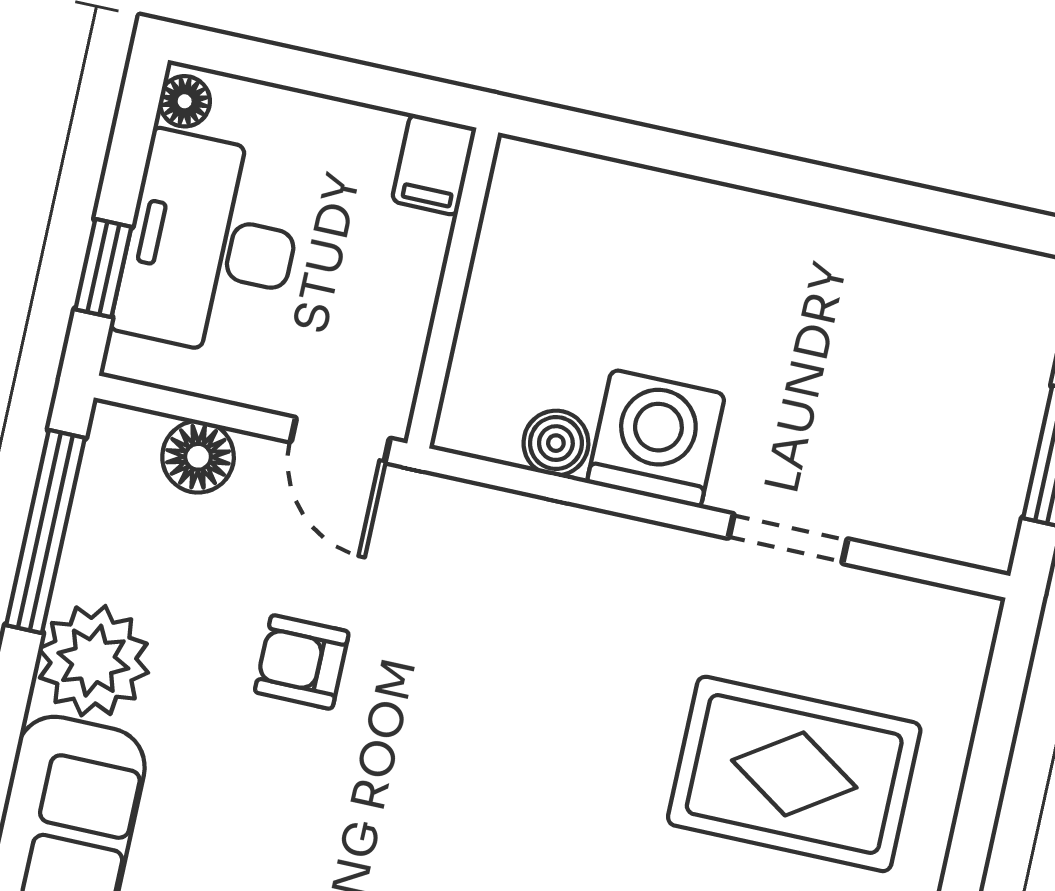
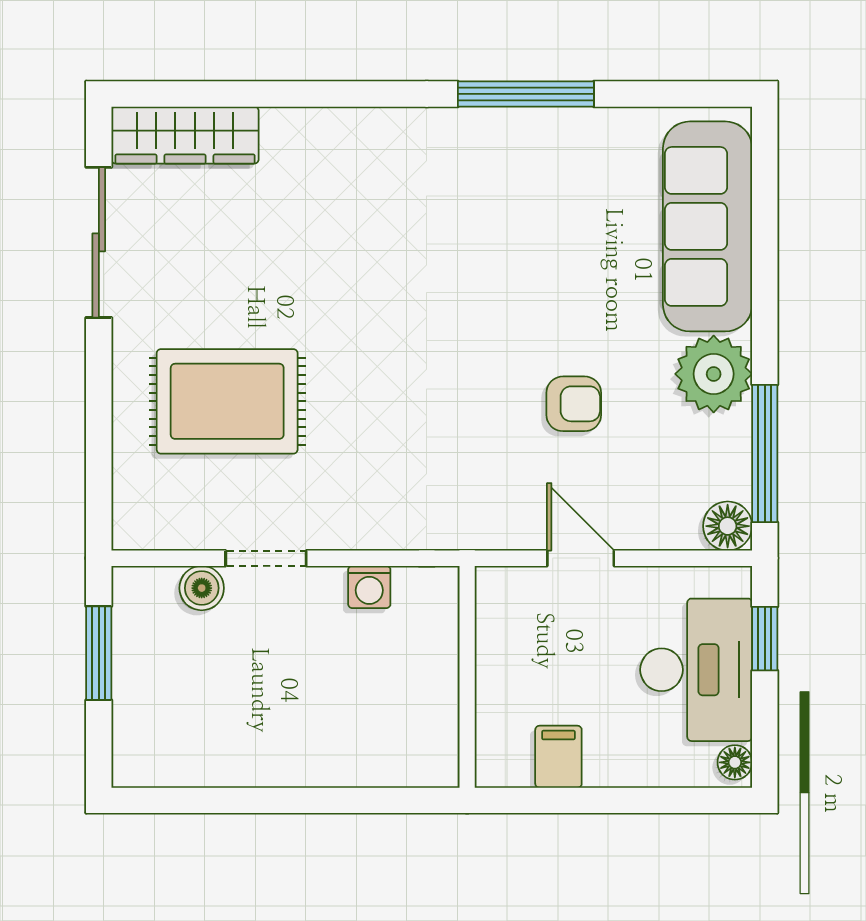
wall: (453, 288) -> (467, 677), moved
washing machine: (656, 438) -> (369, 587), width x0.53, depth x0.53
boiler: (556, 443) -> (202, 588), moved
floor lamp: (198, 457) -> (728, 526), moved

